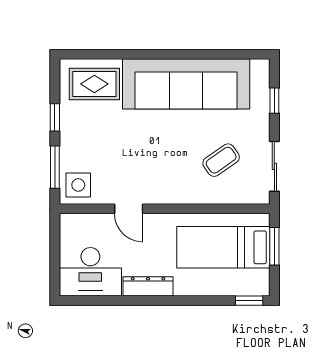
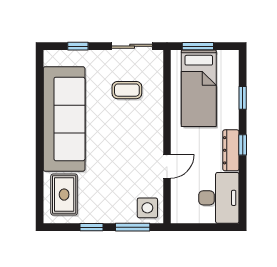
coffee table: (221, 160) -> (127, 90), turned -55
window: (155, 301) -> (243, 145), added
window: (249, 301) -> (243, 98), moved

